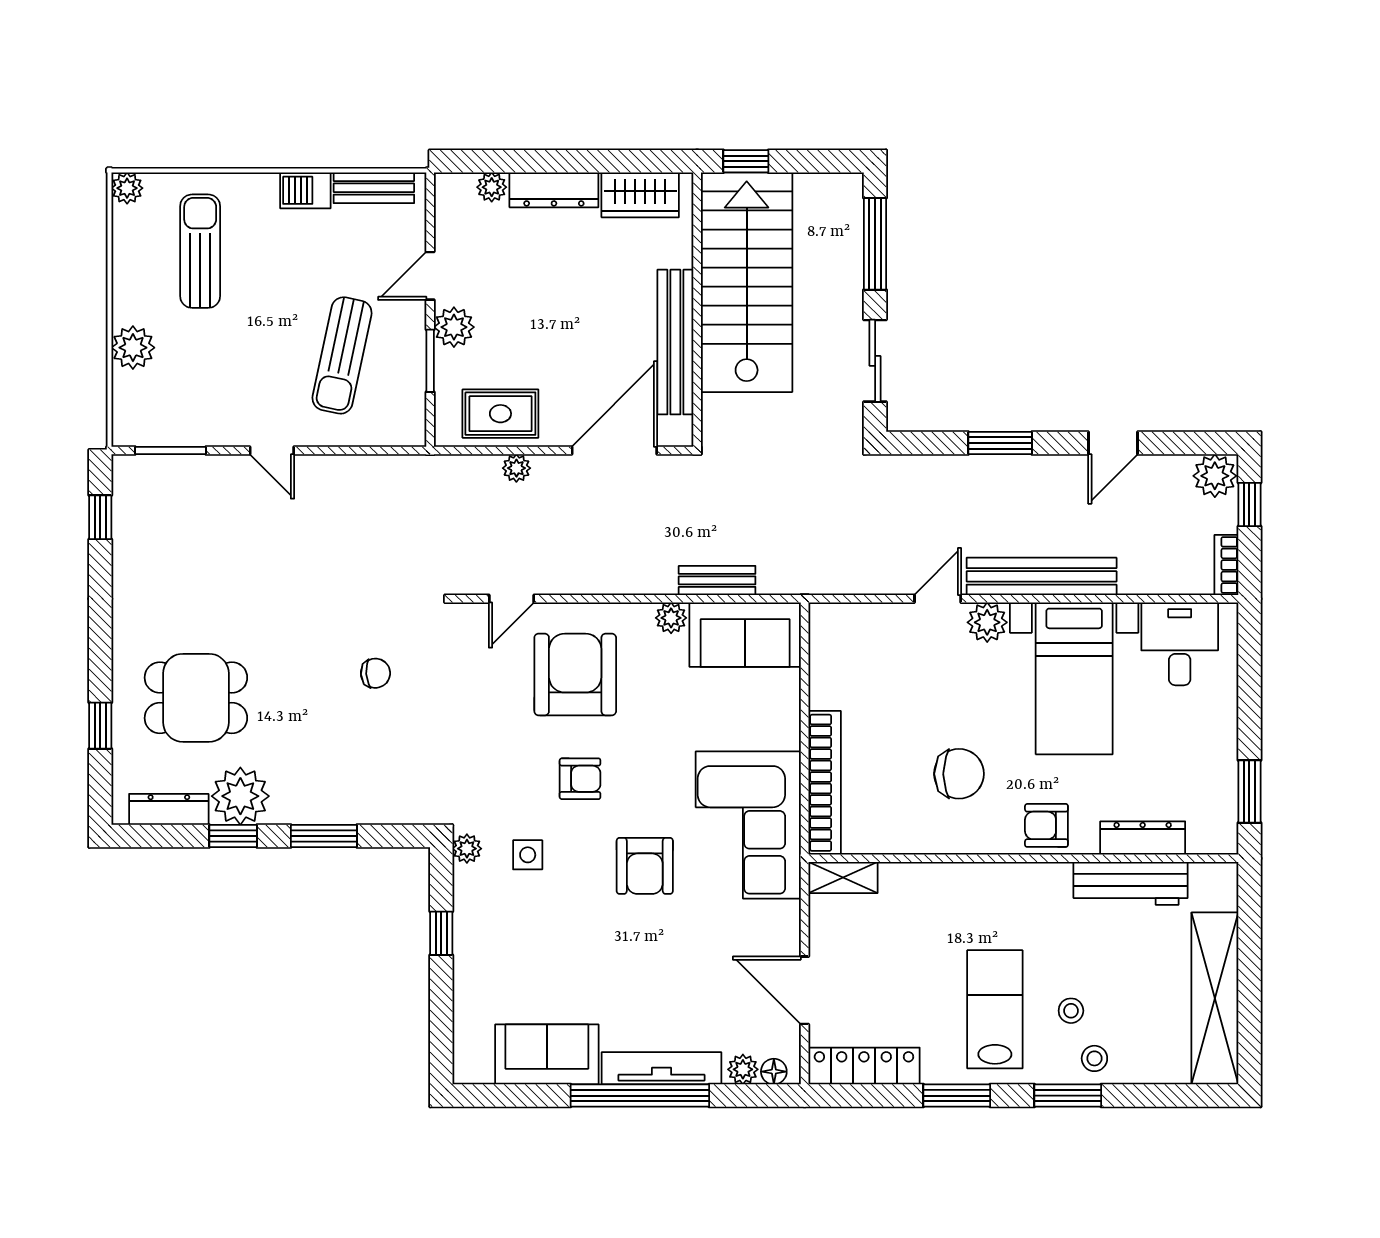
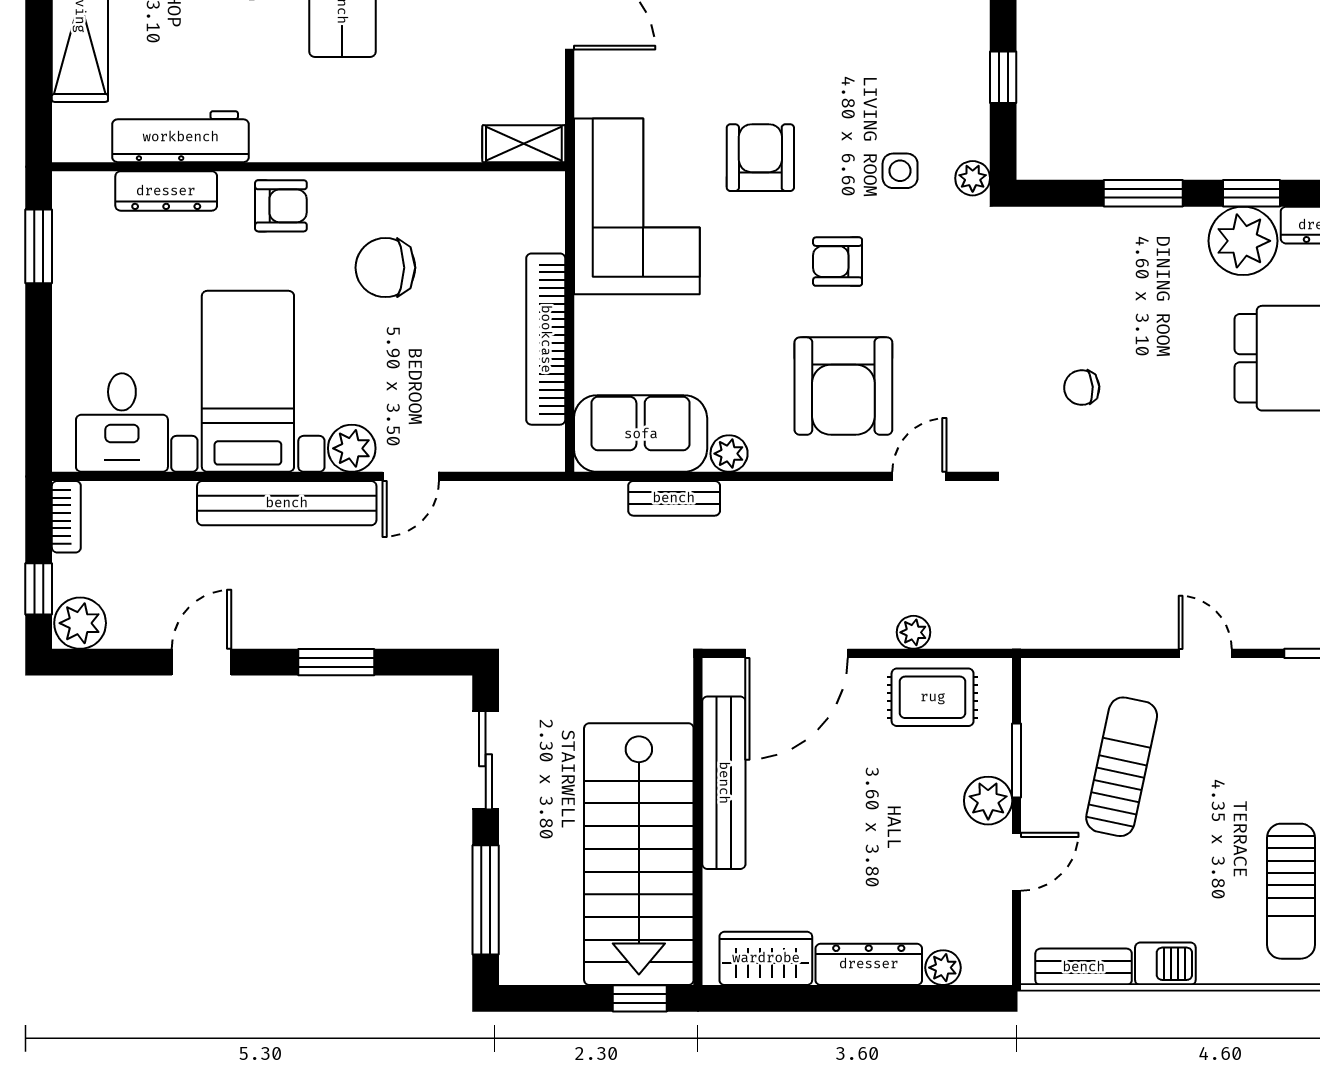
bookcase: (825, 783) -> (546, 339), moved

